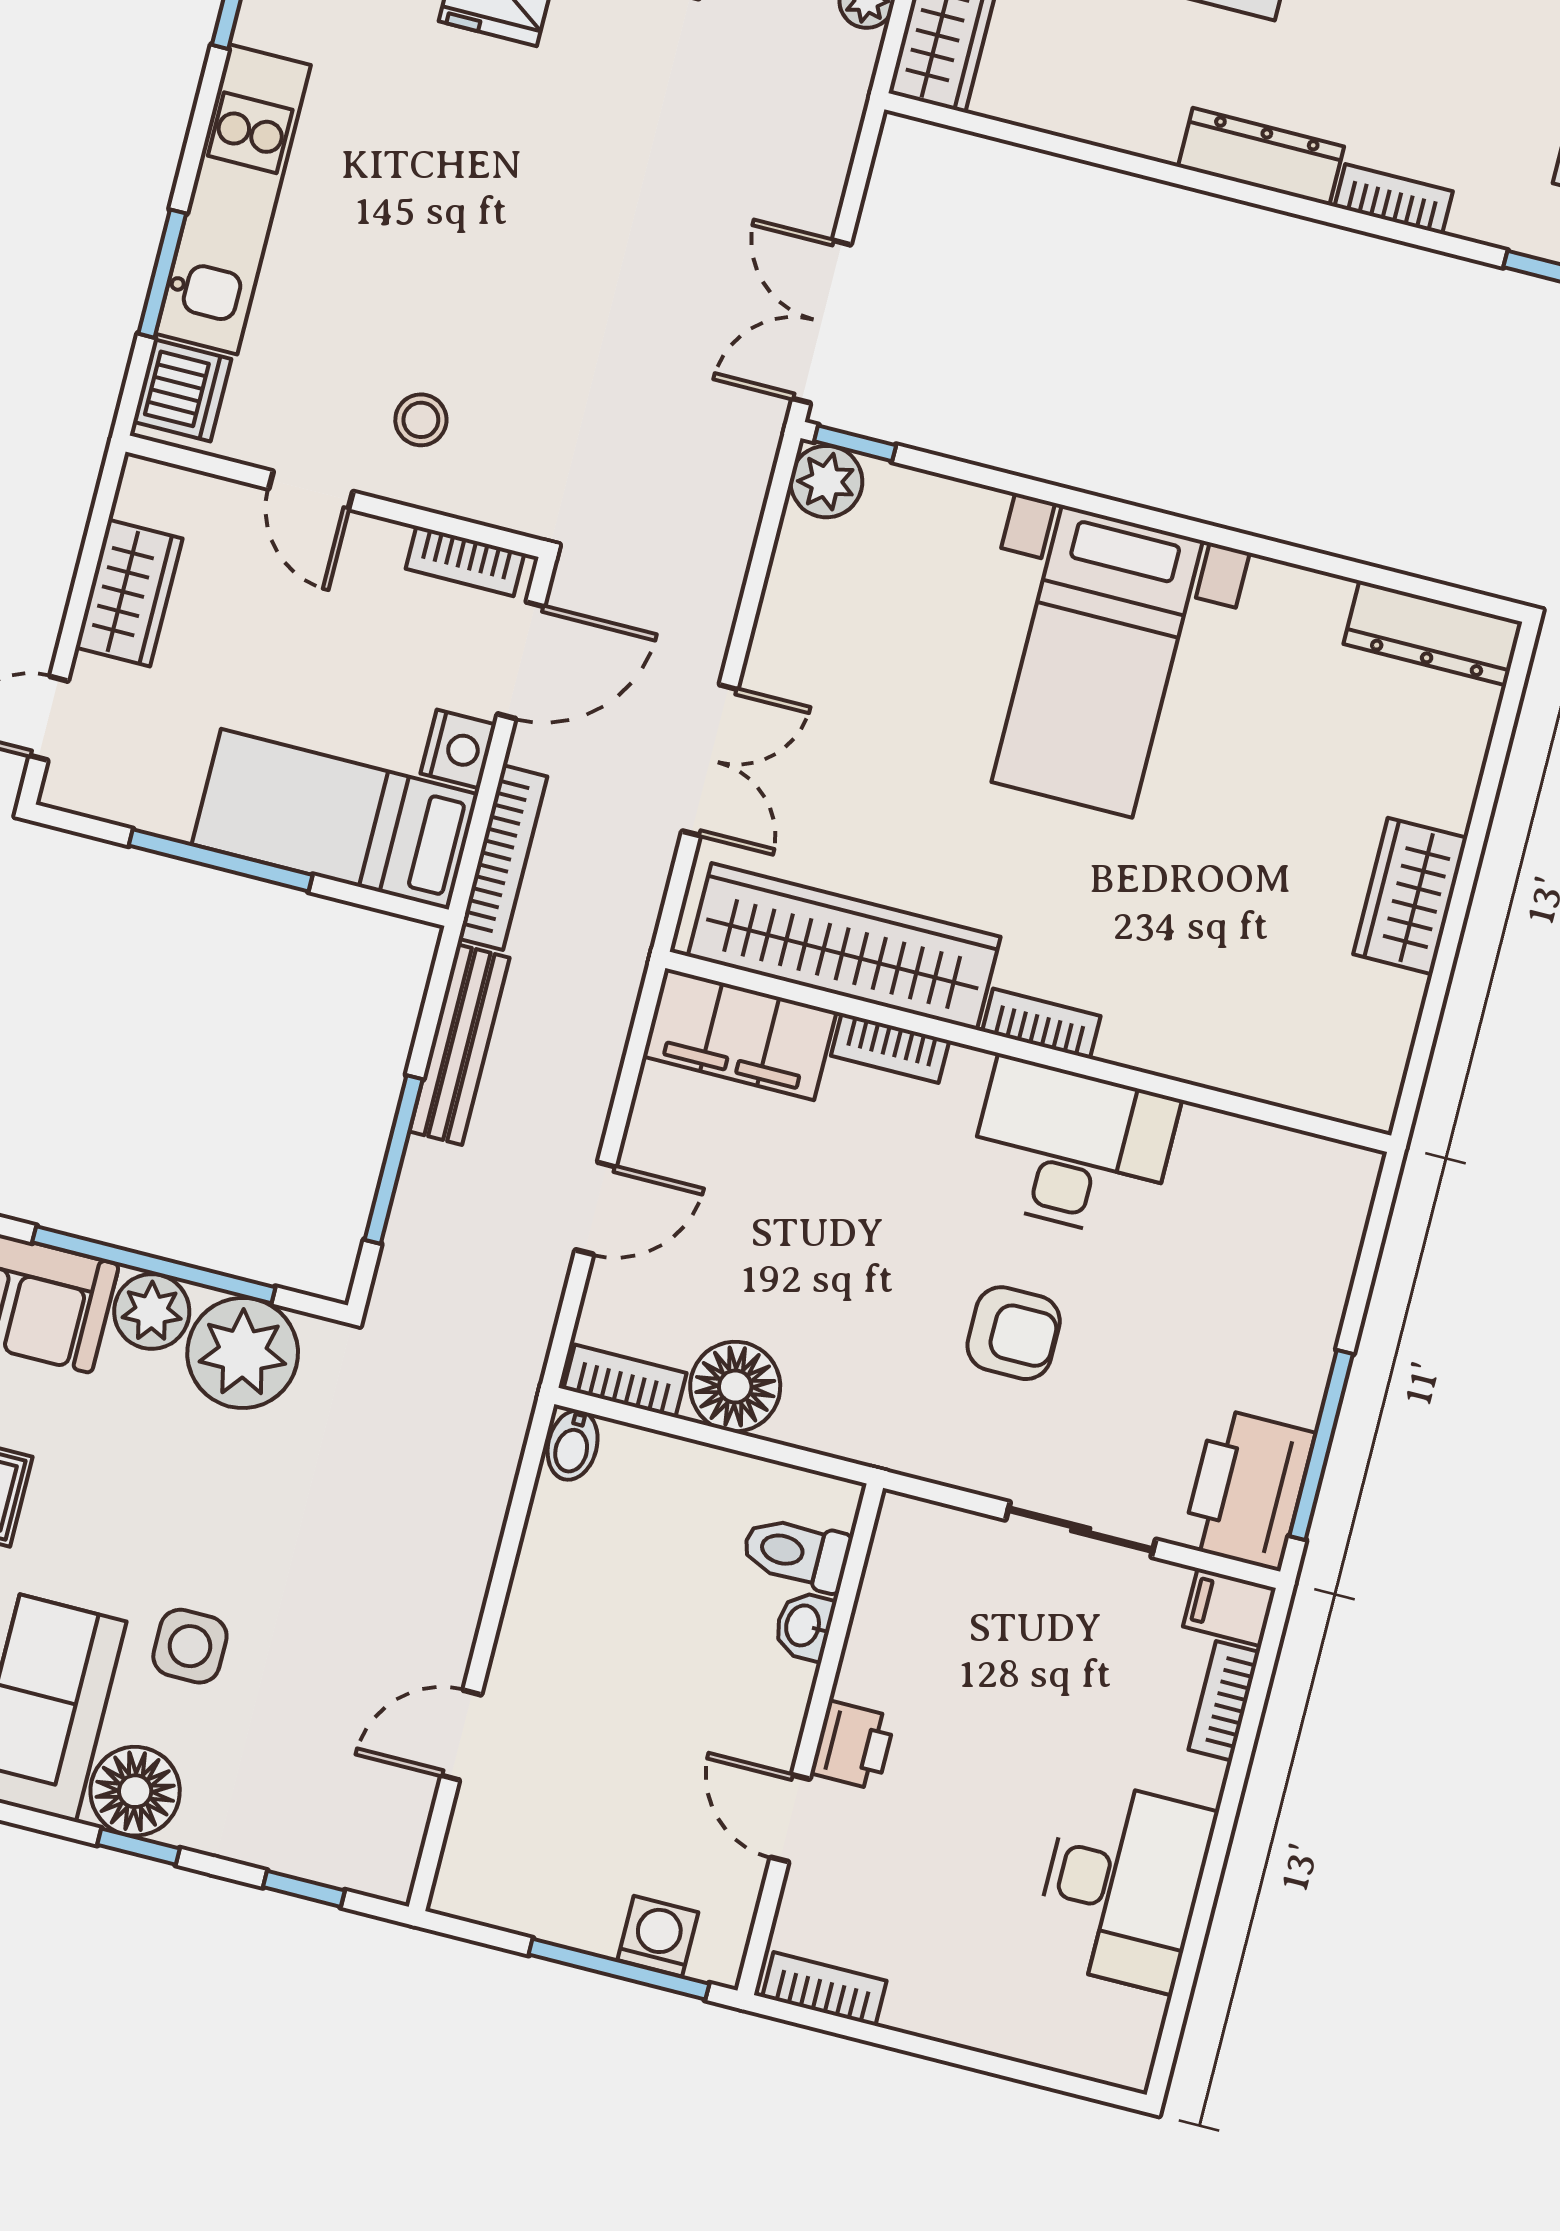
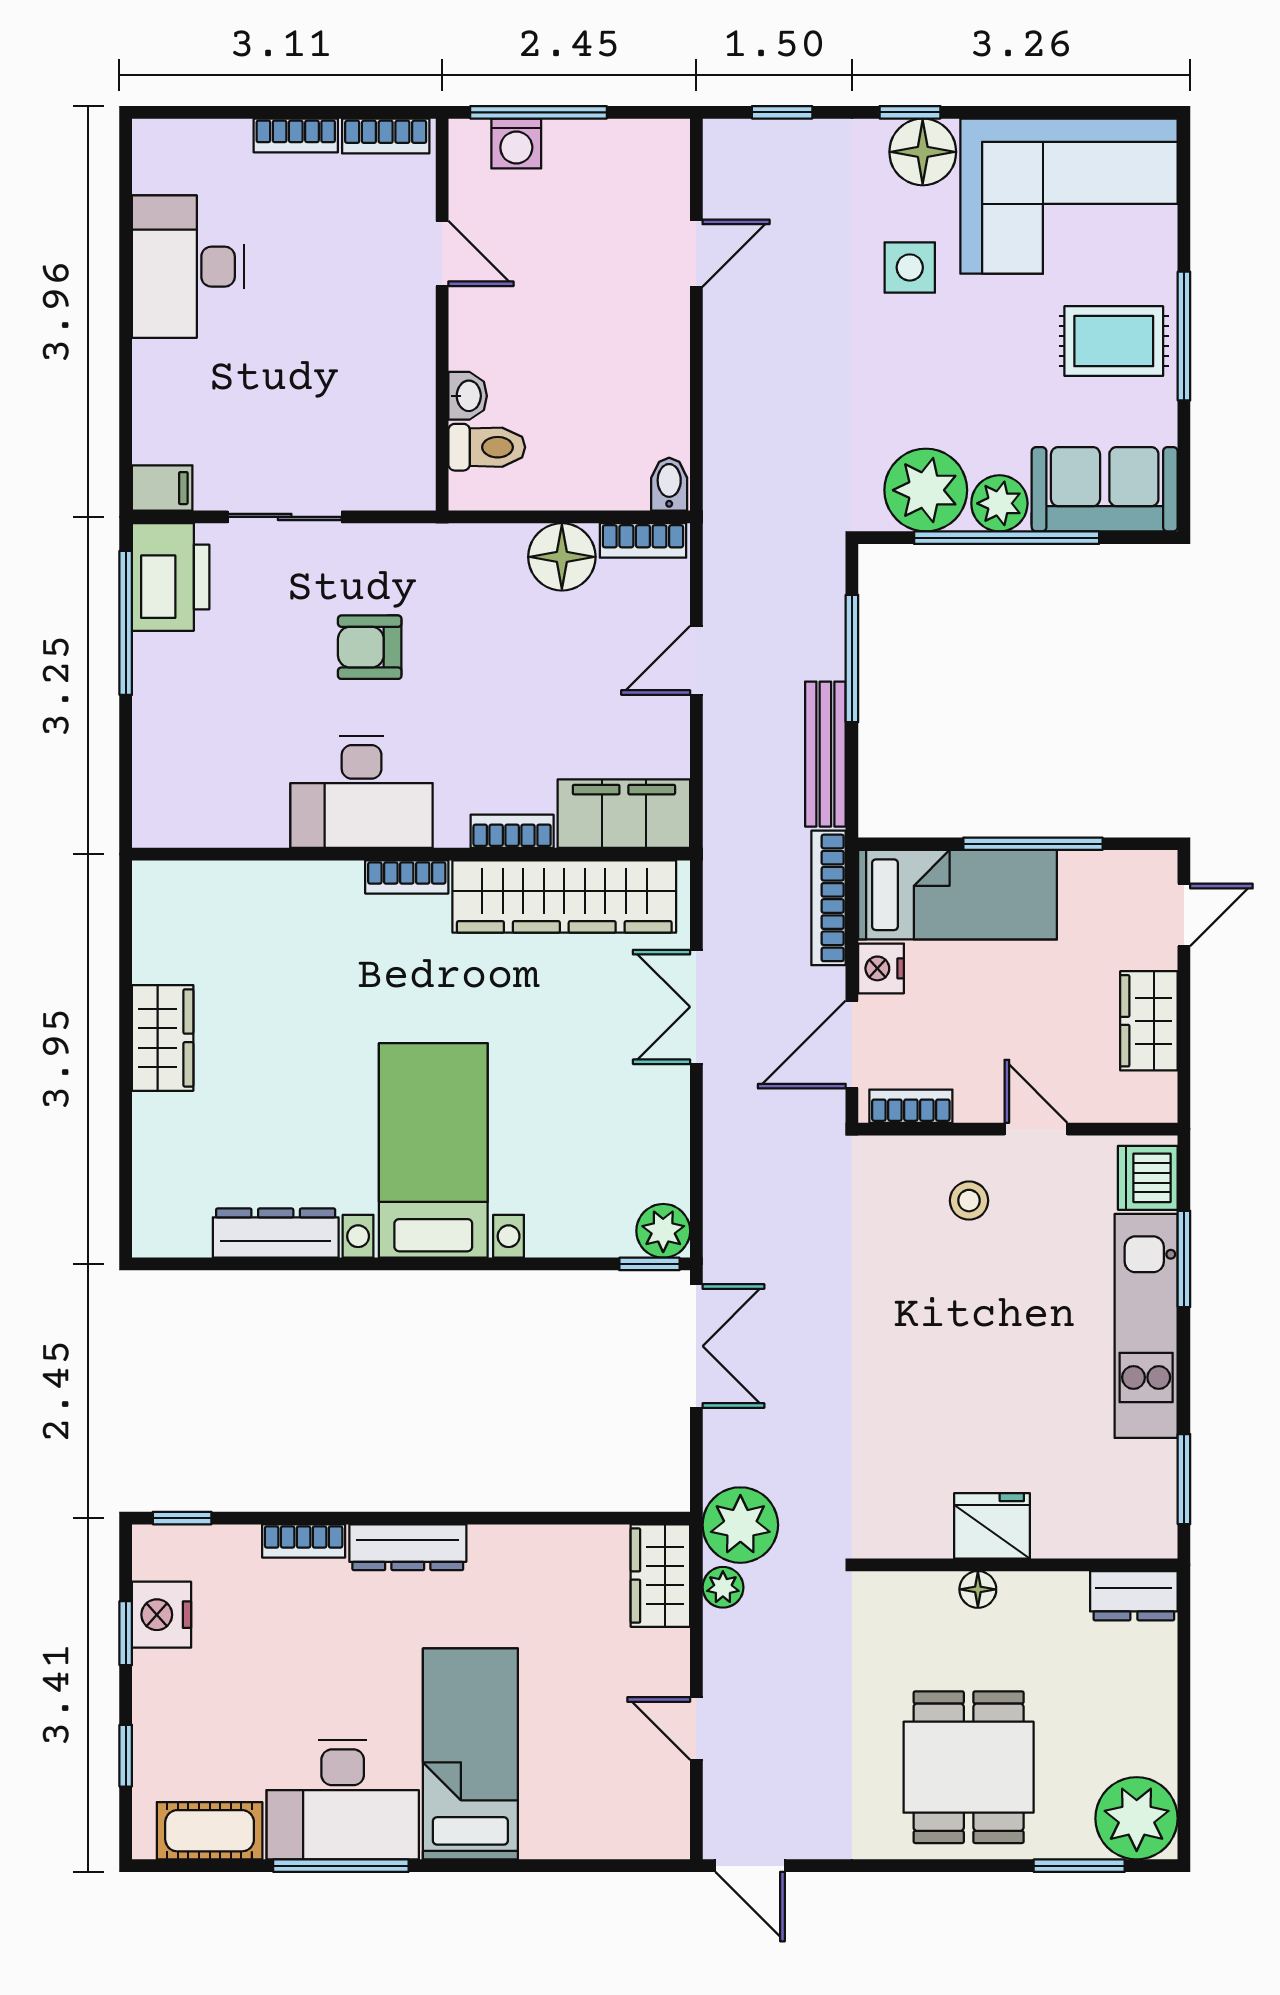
plant: (824, 76) -> (740, 1525), added
dresser: (1433, 633) -> (276, 1233), moved
bookcase: (1224, 1701) -> (296, 135), moved, turned 90
printer: (853, 1745) -> (410, 318), removed

